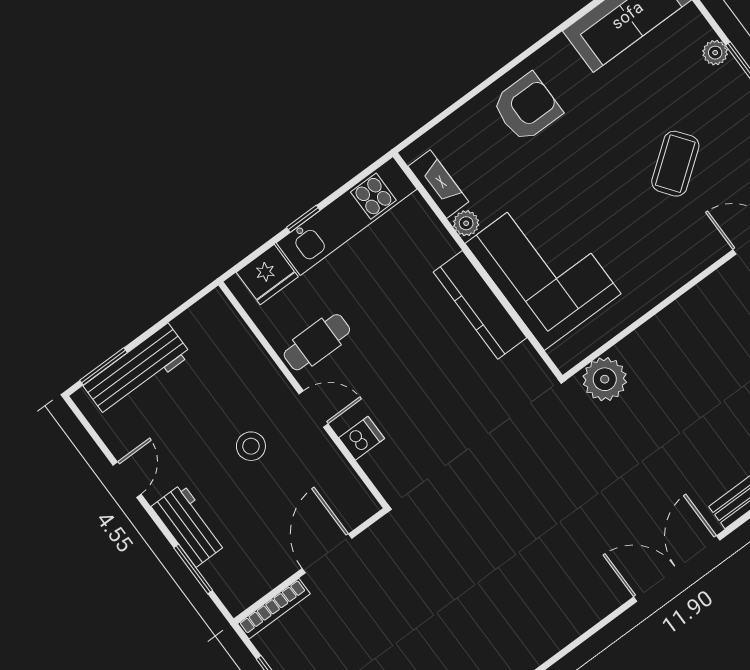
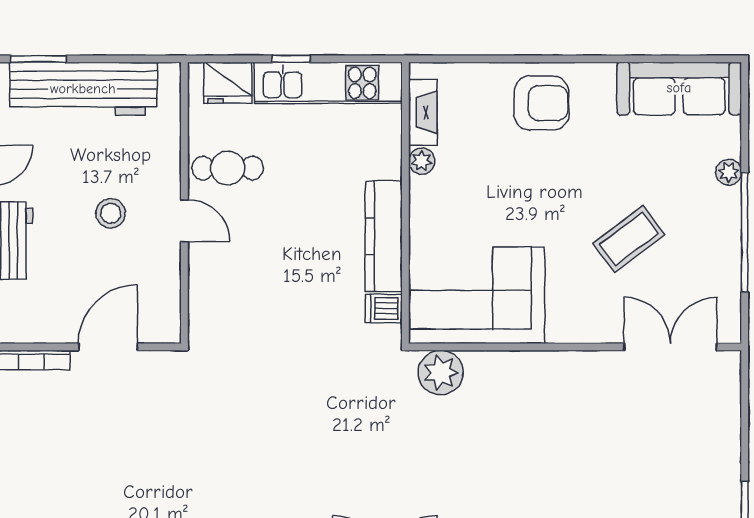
corner sofa: (543, 269) -> (477, 295), moved, turned -90
workbench: (137, 370) -> (83, 89), width x1.36, depth x1.32
dishwasher: (362, 438) -> (384, 309), moved, turned 180

